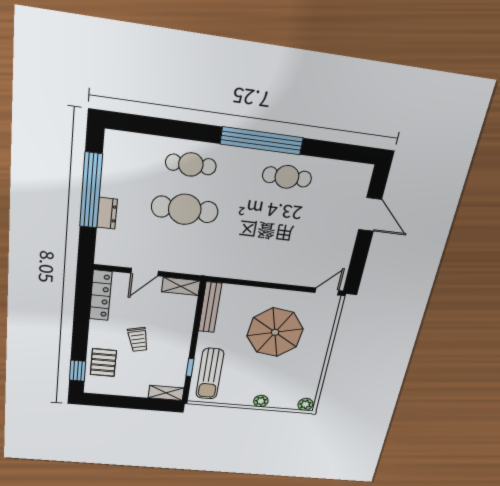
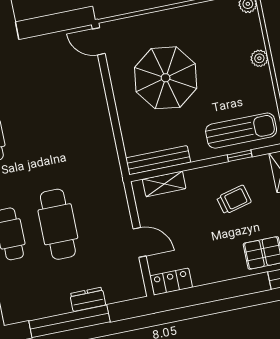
shelving: (181, 286) -> (164, 184), moved, turned 90
locker: (101, 295) -> (171, 282), width x0.66
trolley: (138, 339) -> (234, 200), moved

